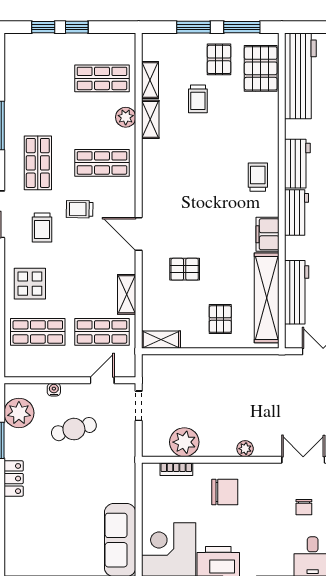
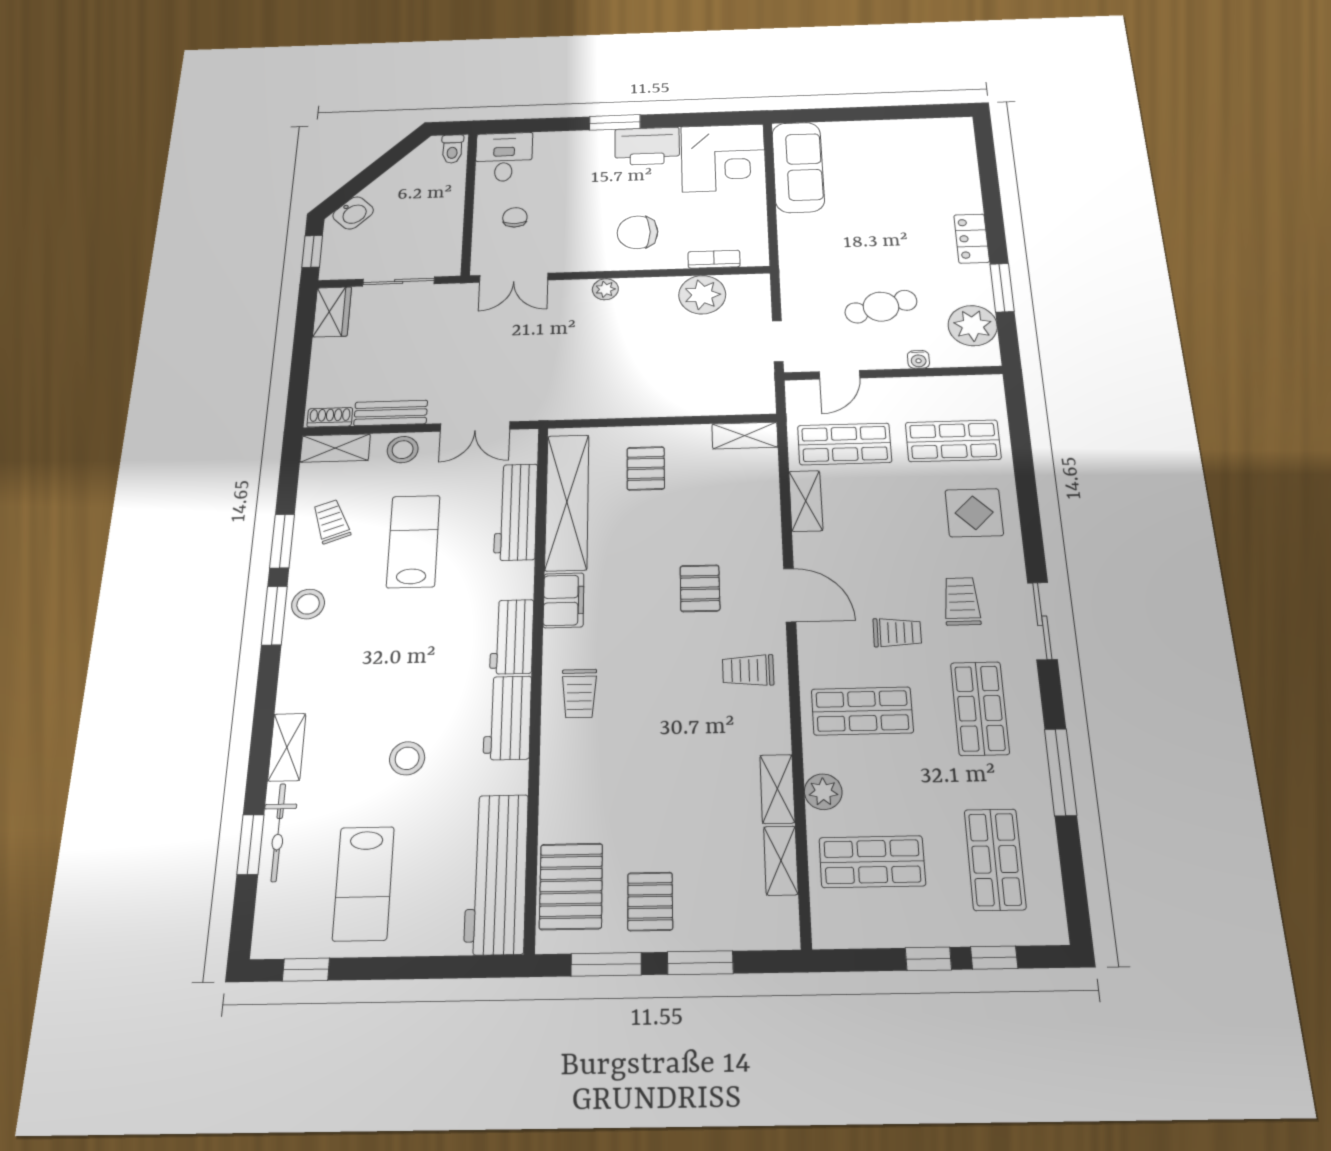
shop shelf: (38, 78) -> (995, 859), added
trolley: (198, 99) -> (748, 670), moved, turned -90
pallet: (185, 269) -> (700, 588), moved, turned 90

